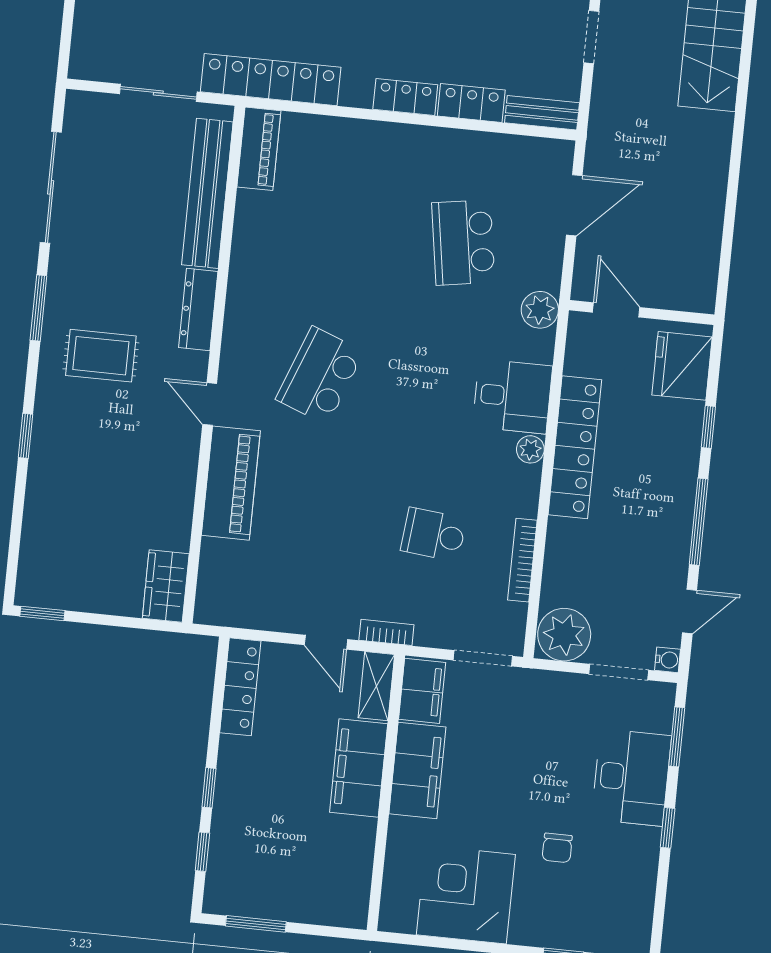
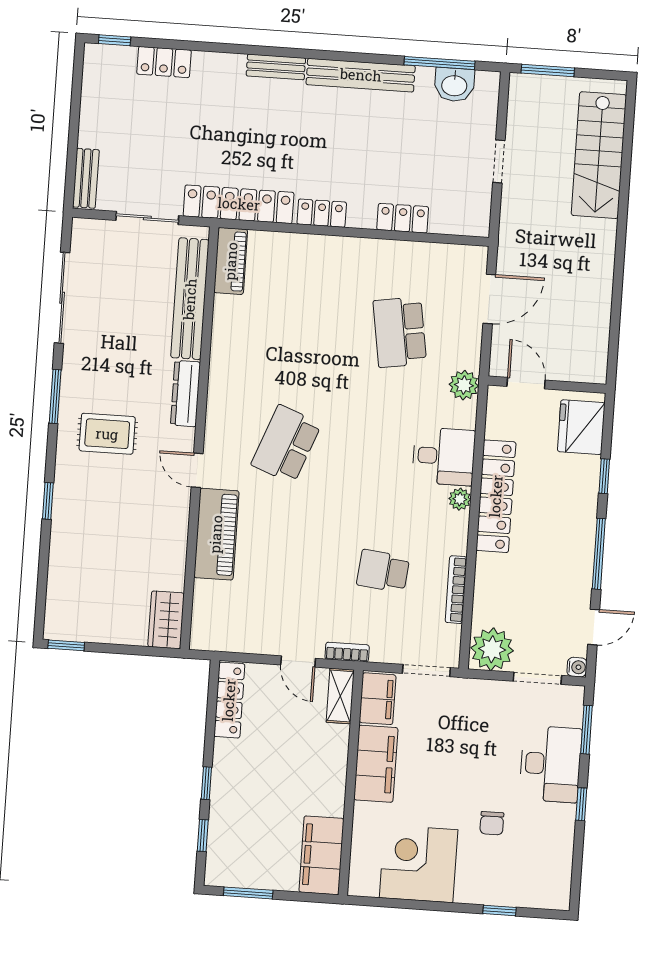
locker: (405, 97) -> (322, 213), moved
bench: (542, 113) -> (86, 178), moved, turned 90
filing cabinet: (359, 768) -> (321, 855), moved

